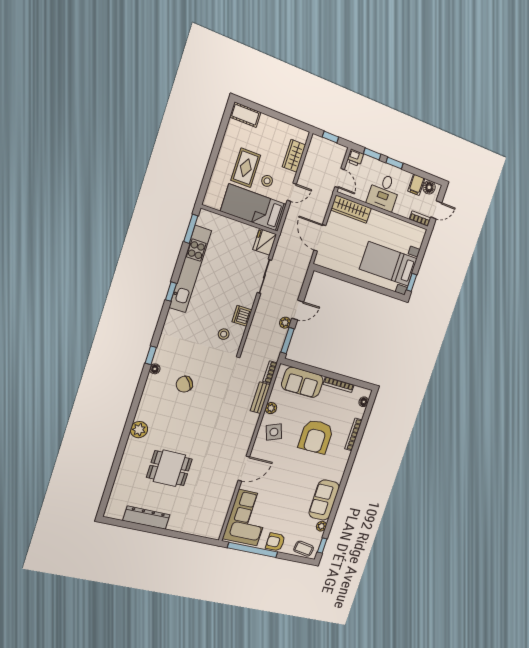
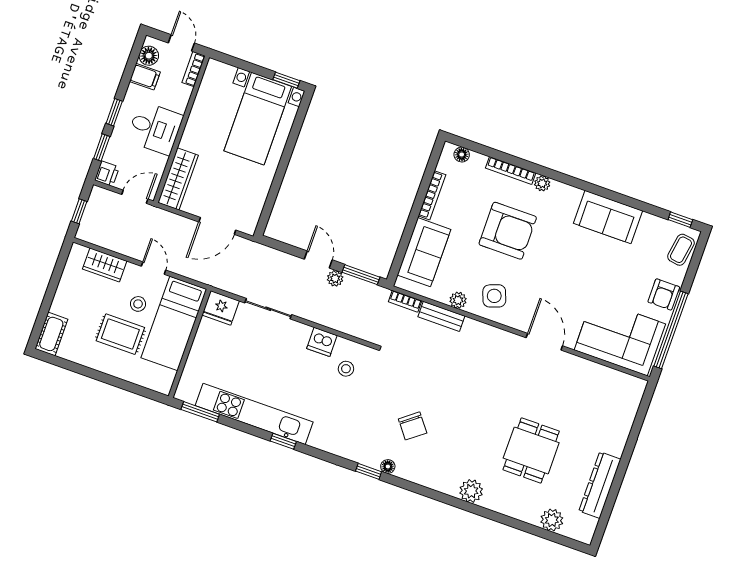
plant: (120, 488) -> (552, 520), added
plant: (321, 526) -> (542, 183), moved

